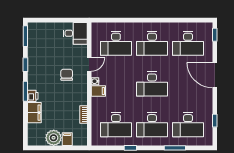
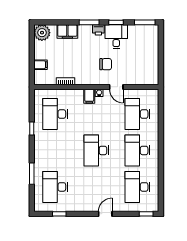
desk: (75, 33) -> (116, 37), moved, turned 180
door: (215, 75) -> (105, 214), width x0.53
printer: (33, 96) -> (98, 30), moved
desk: (152, 125) -> (55, 150), removed
plant: (54, 138) -> (42, 33), moved

